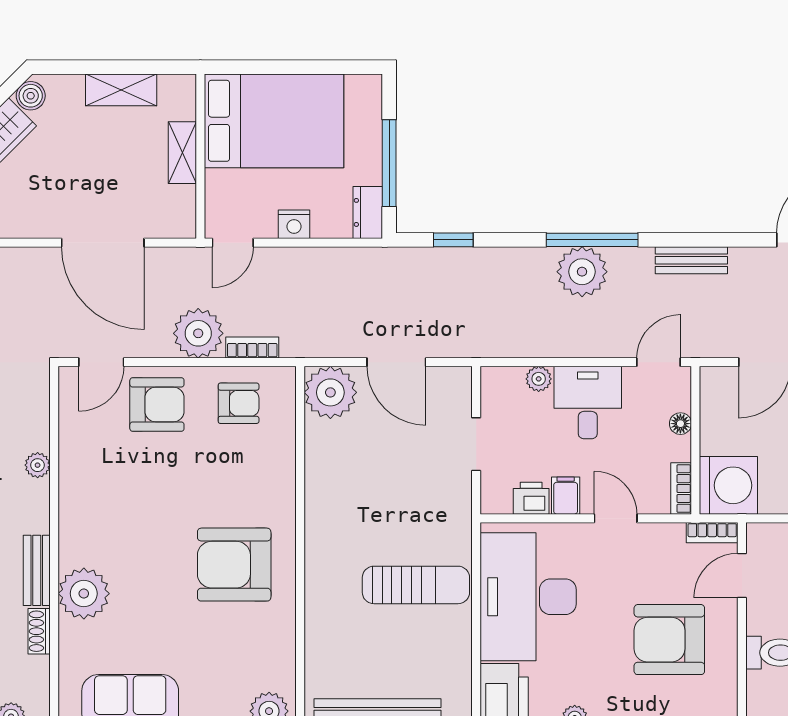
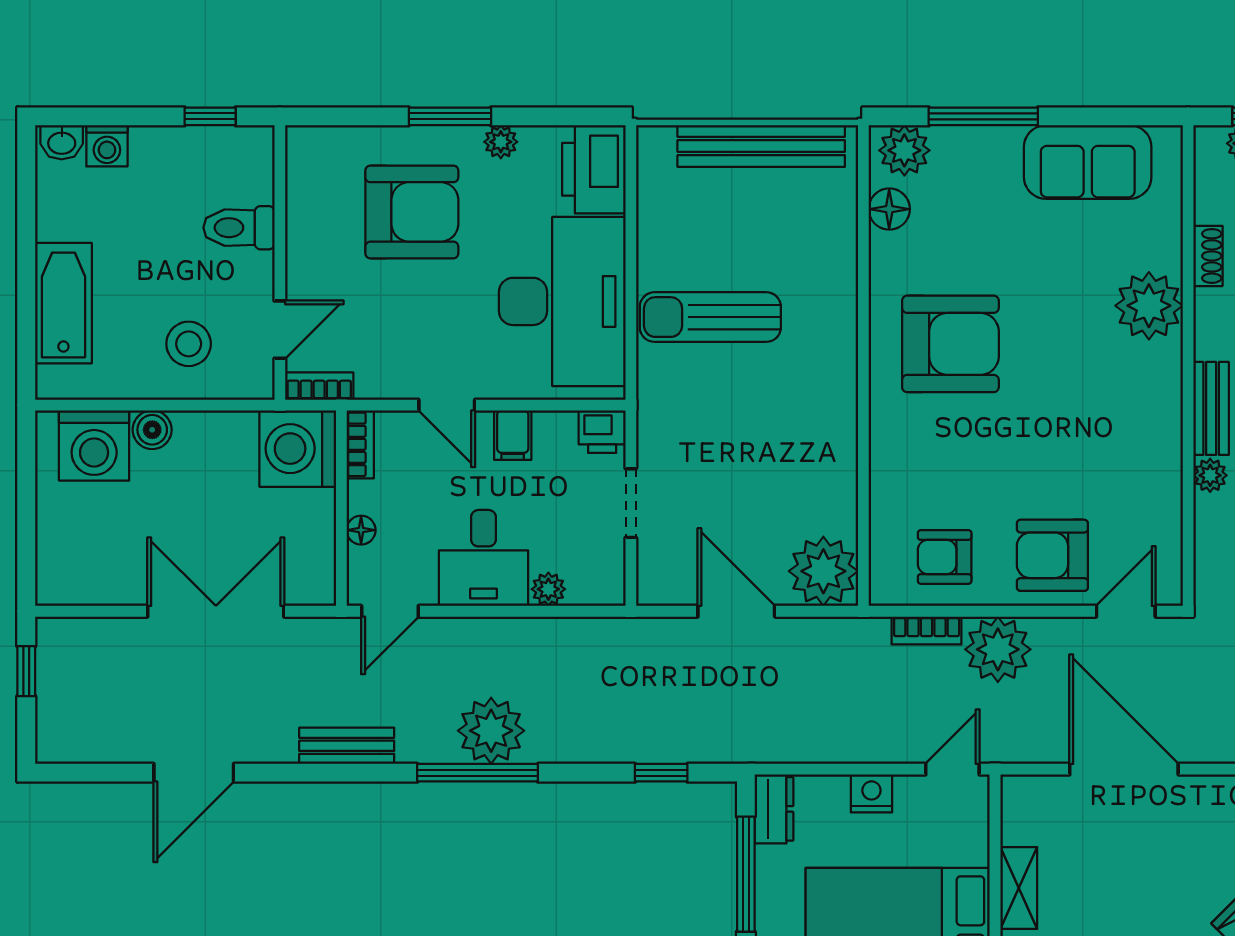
printer: (531, 498) -> (602, 432), moved
bench: (37, 570) -> (1211, 408), moved
armchair: (669, 640) -> (412, 212), moved
floor lamp: (280, 667) -> (889, 209), added

